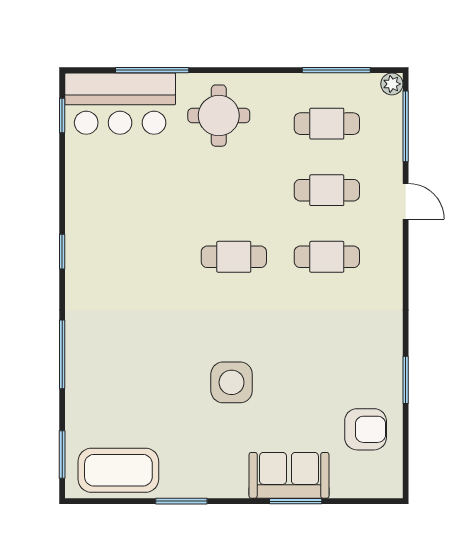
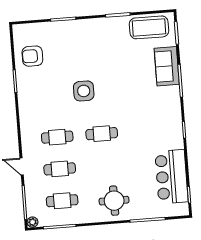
bar counter: (120, 104) -> (172, 177), moved, turned -90
side table: (232, 382) -> (84, 91), moved
sofa: (289, 475) -> (167, 66), moved, turned 90

